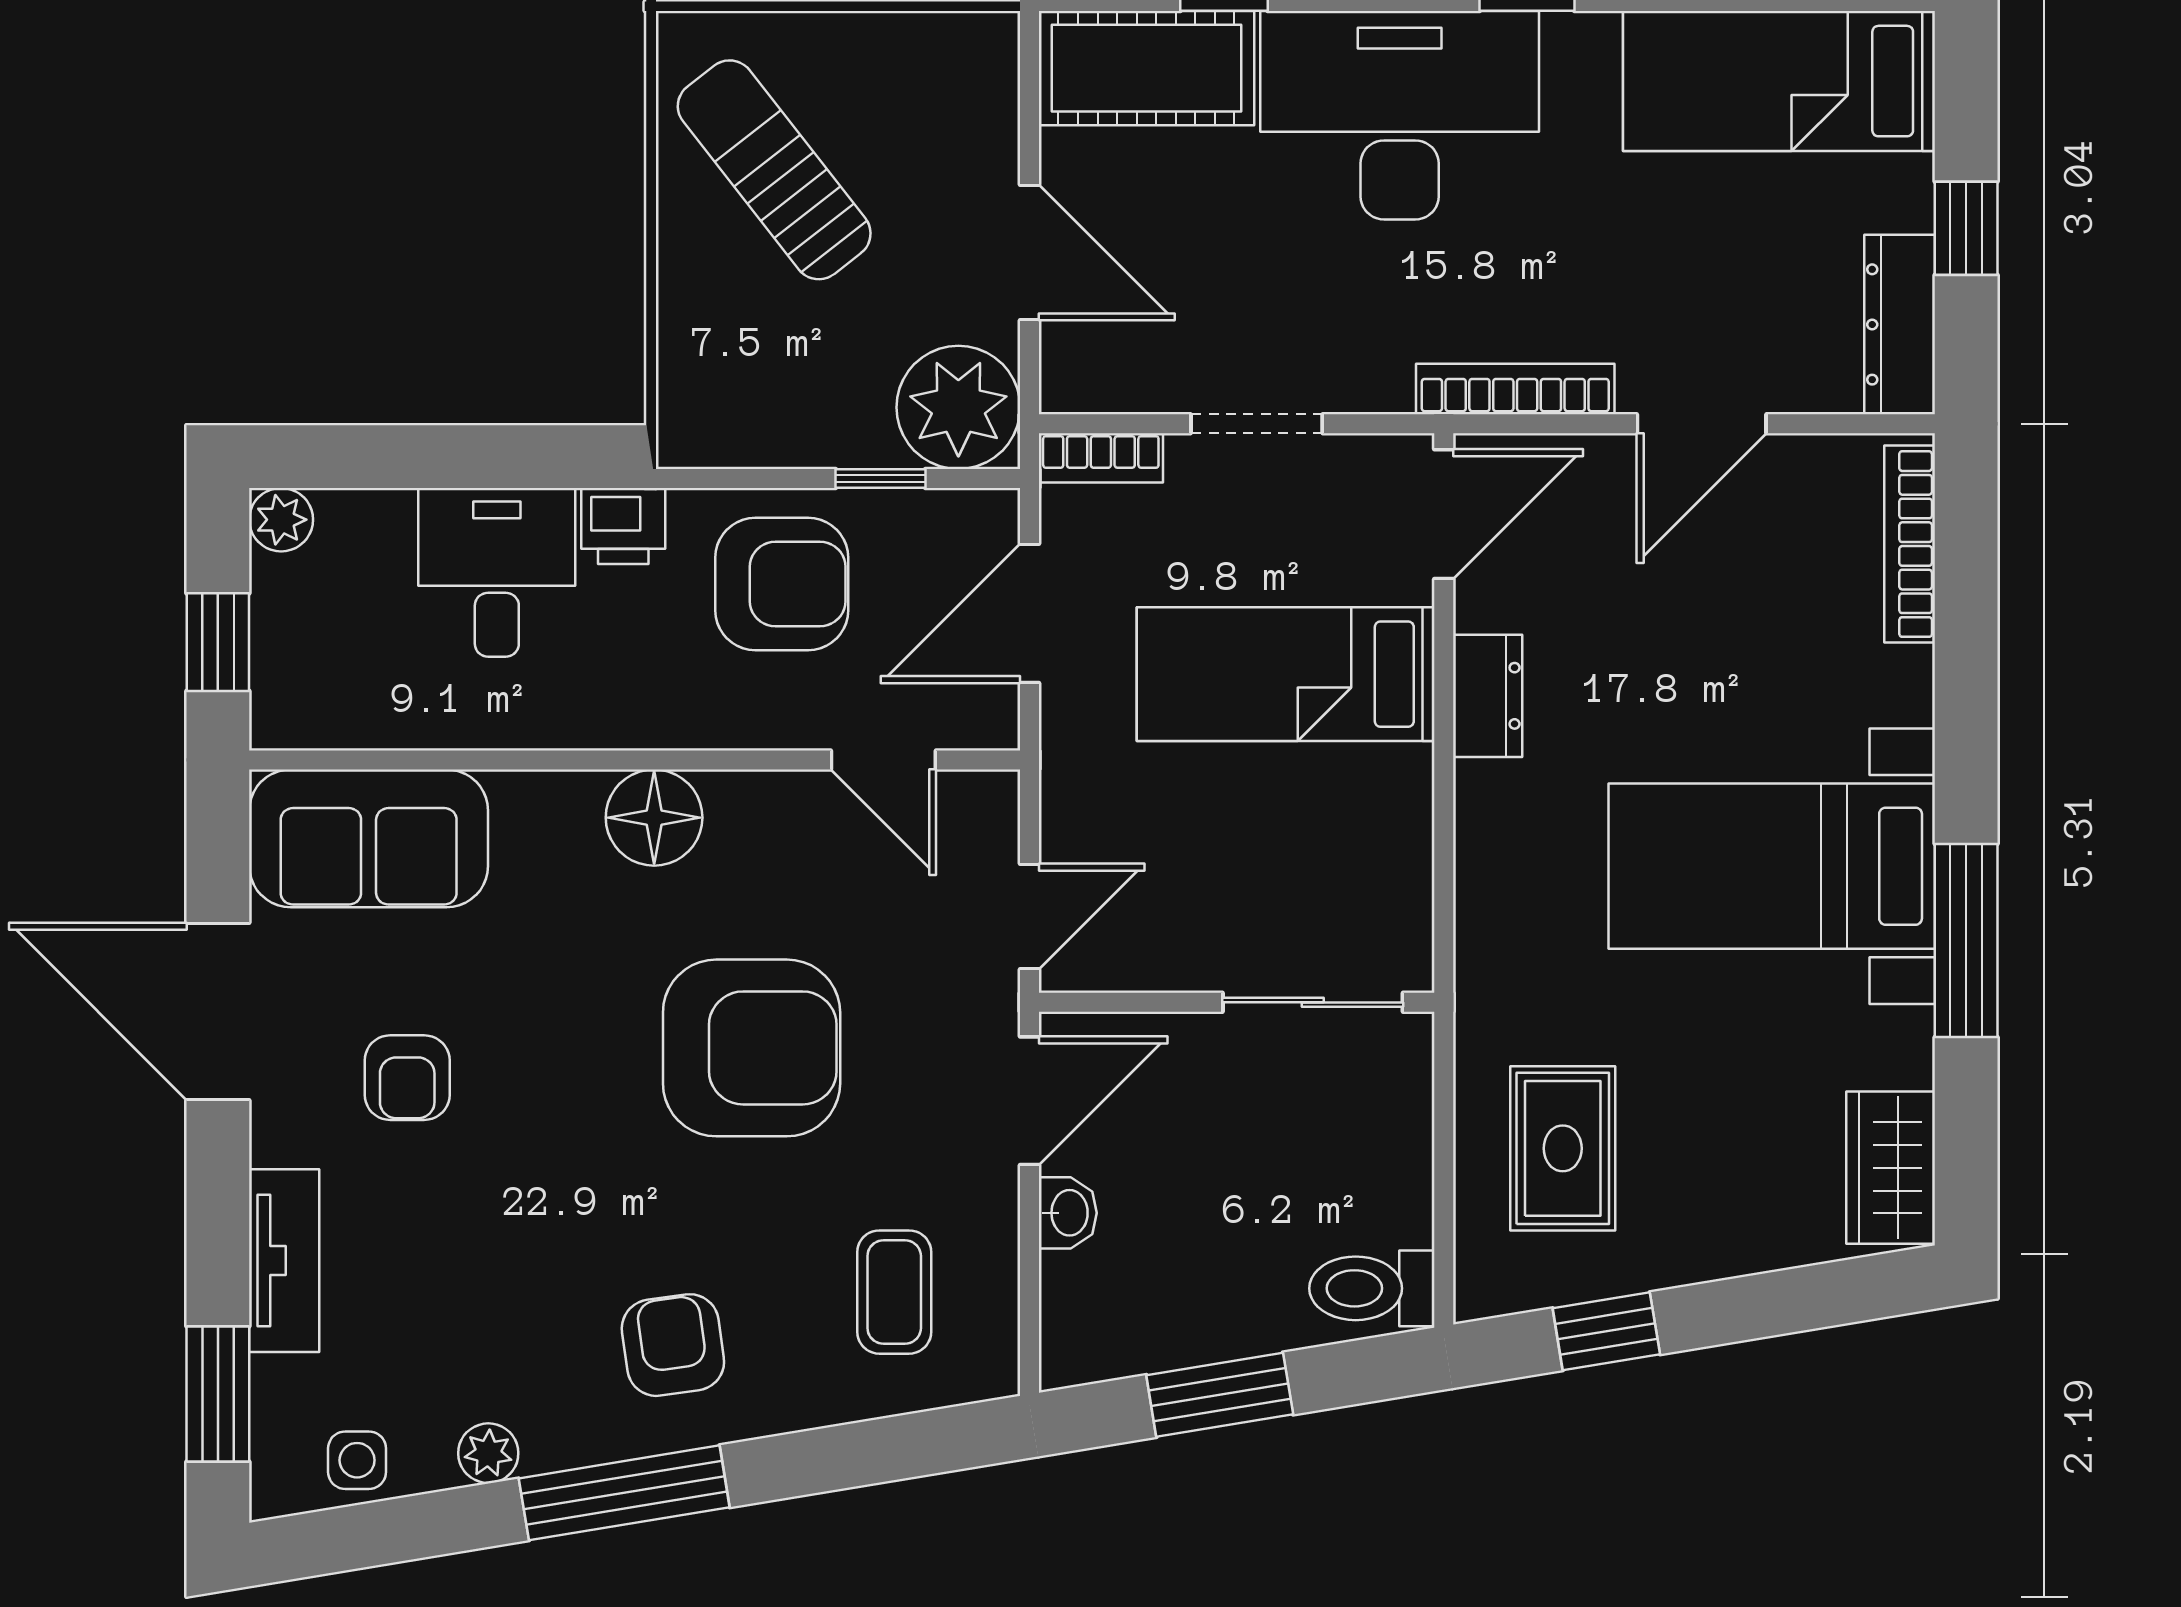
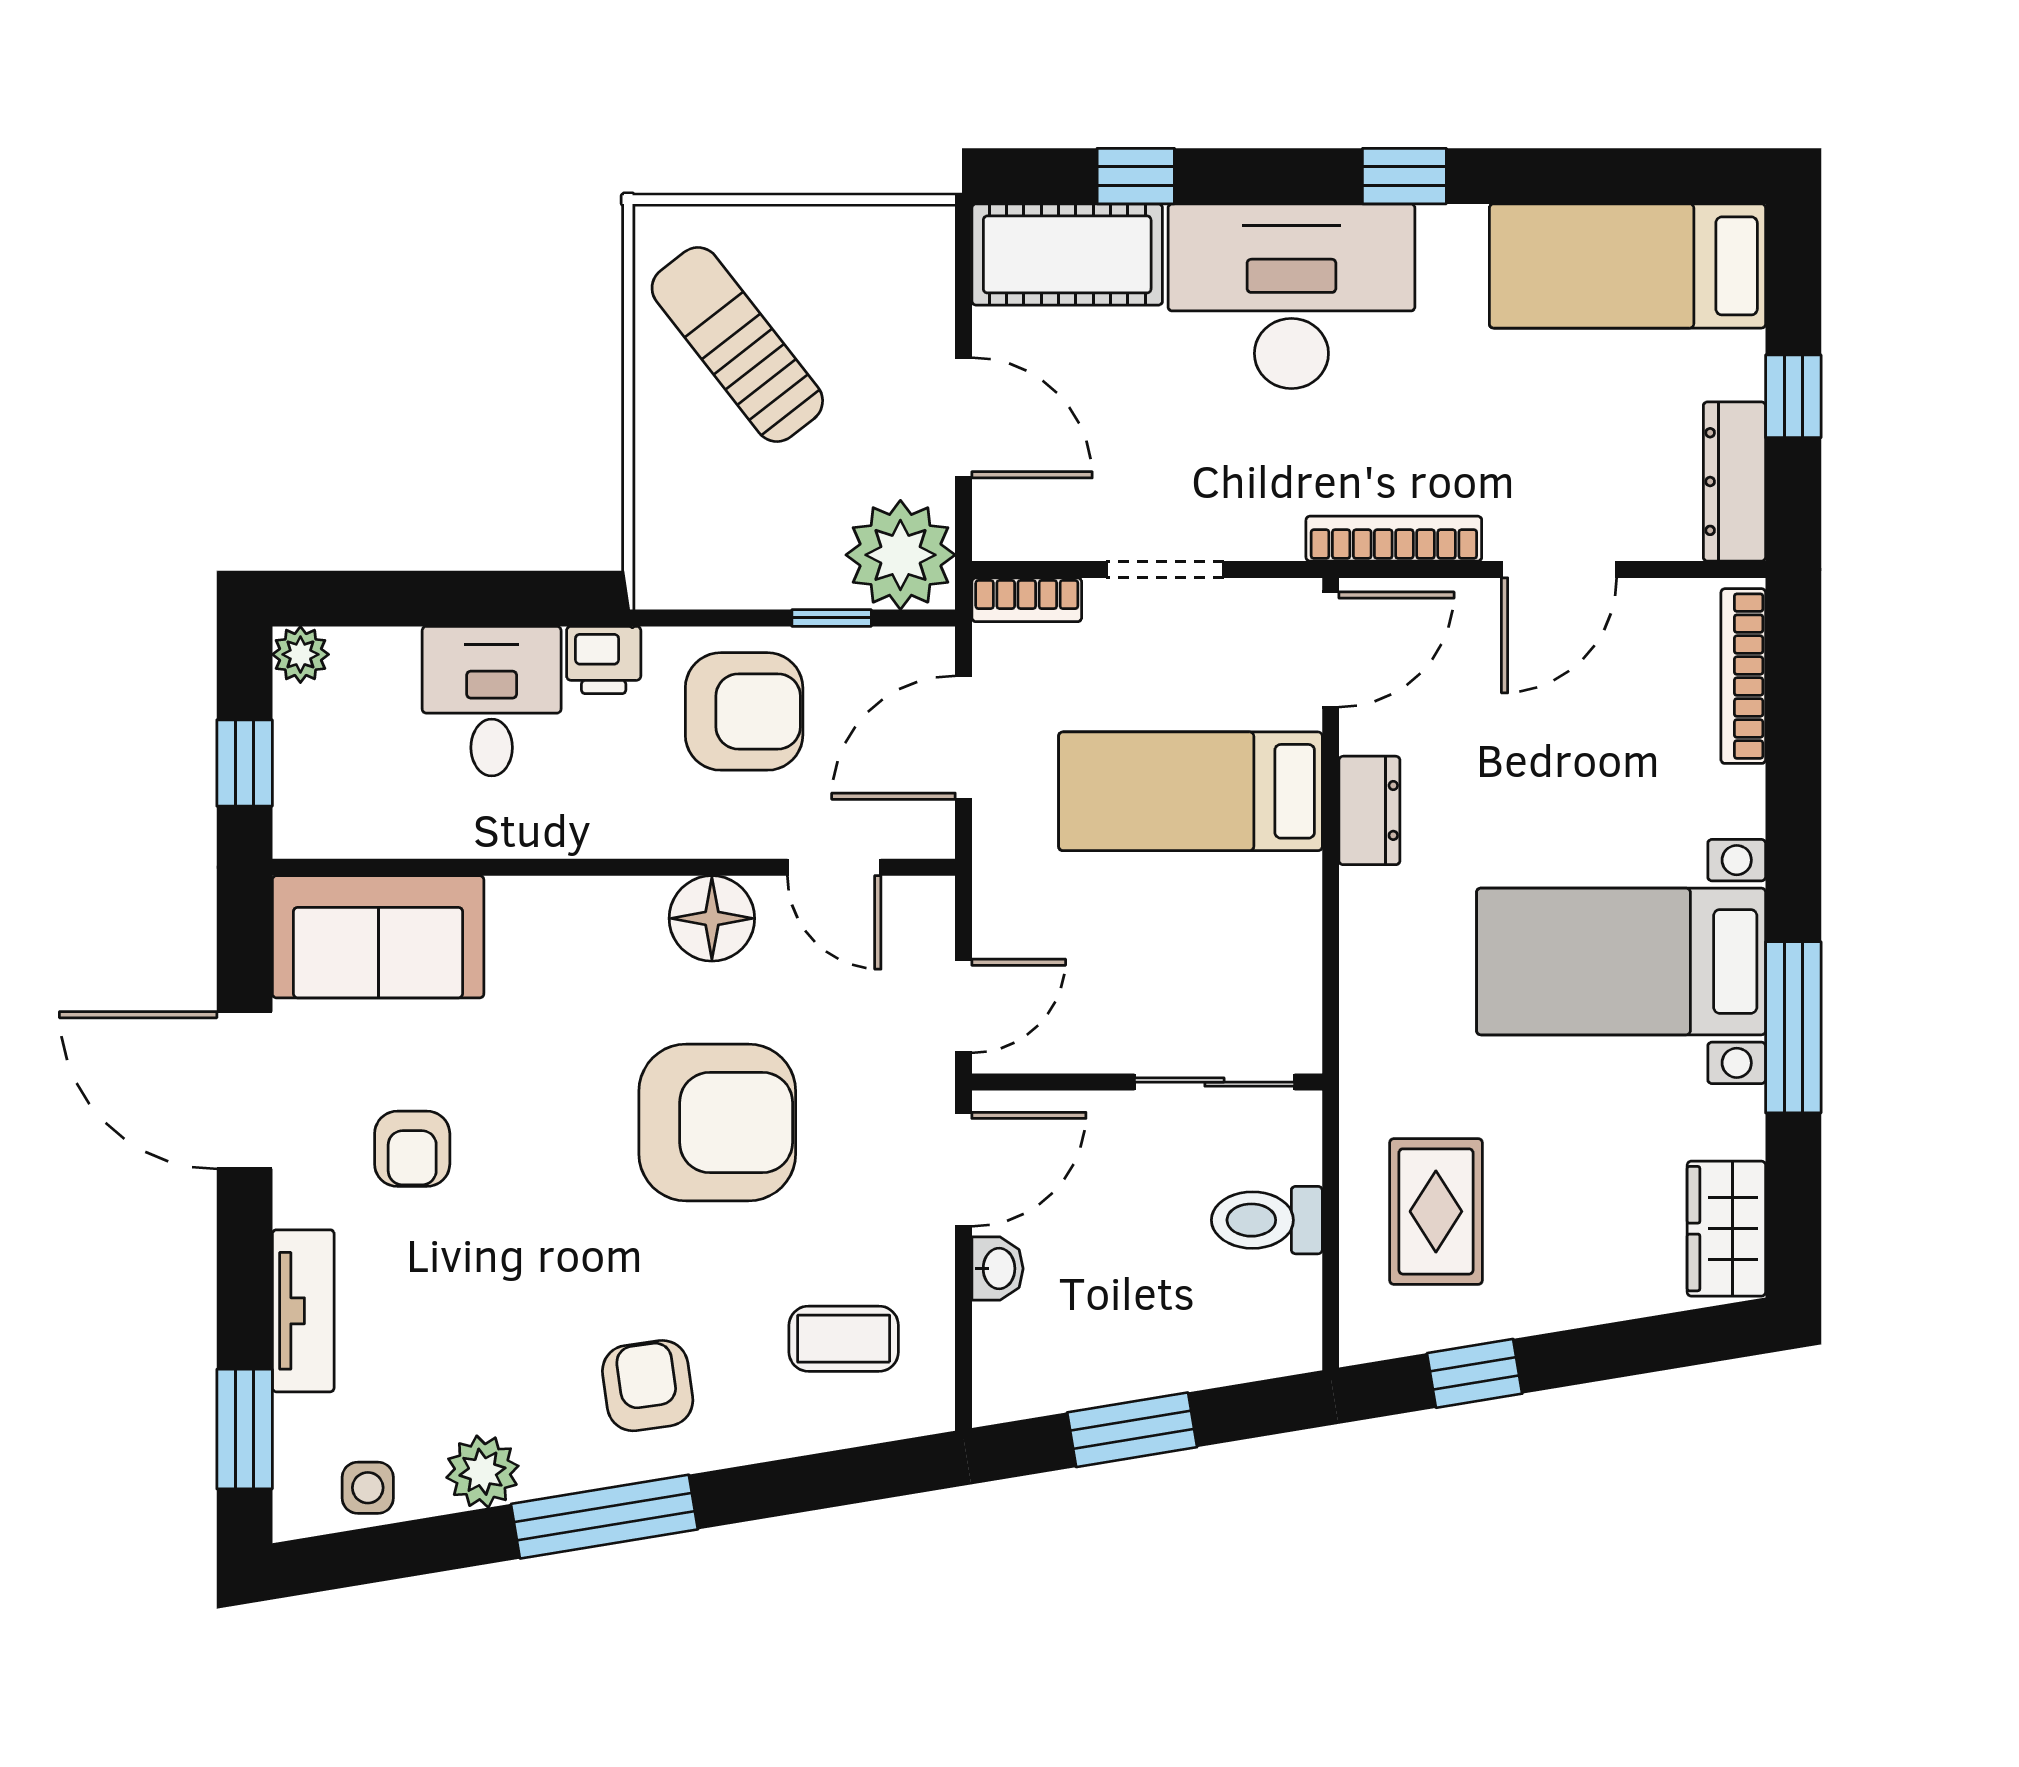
floor lamp: (654, 818) -> (712, 918), moved
toilet: (1372, 1288) -> (1267, 1220), moved
coffee table: (894, 1292) -> (844, 1339), turned 90
plant: (488, 1453) -> (482, 1472), width x1.38, depth x1.38

